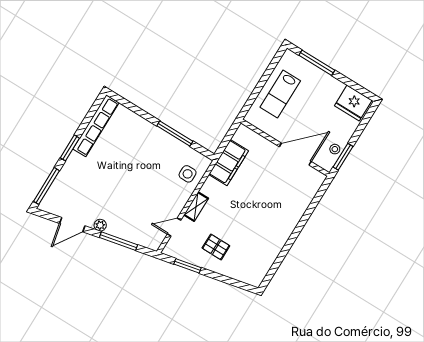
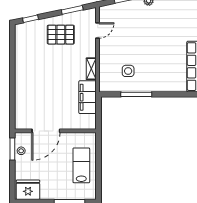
side table: (188, 174) -> (128, 71), moved
shelving: (196, 207) -> (91, 69), moved
pallet: (216, 247) -> (61, 35), width x1.50, depth x1.42
window: (238, 284) -> (31, 19), added

